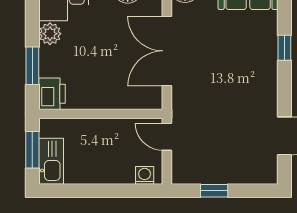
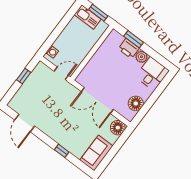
double door: (167, 51) -> (97, 100), swing flipped
printer: (52, 94) -> (129, 48), moved

